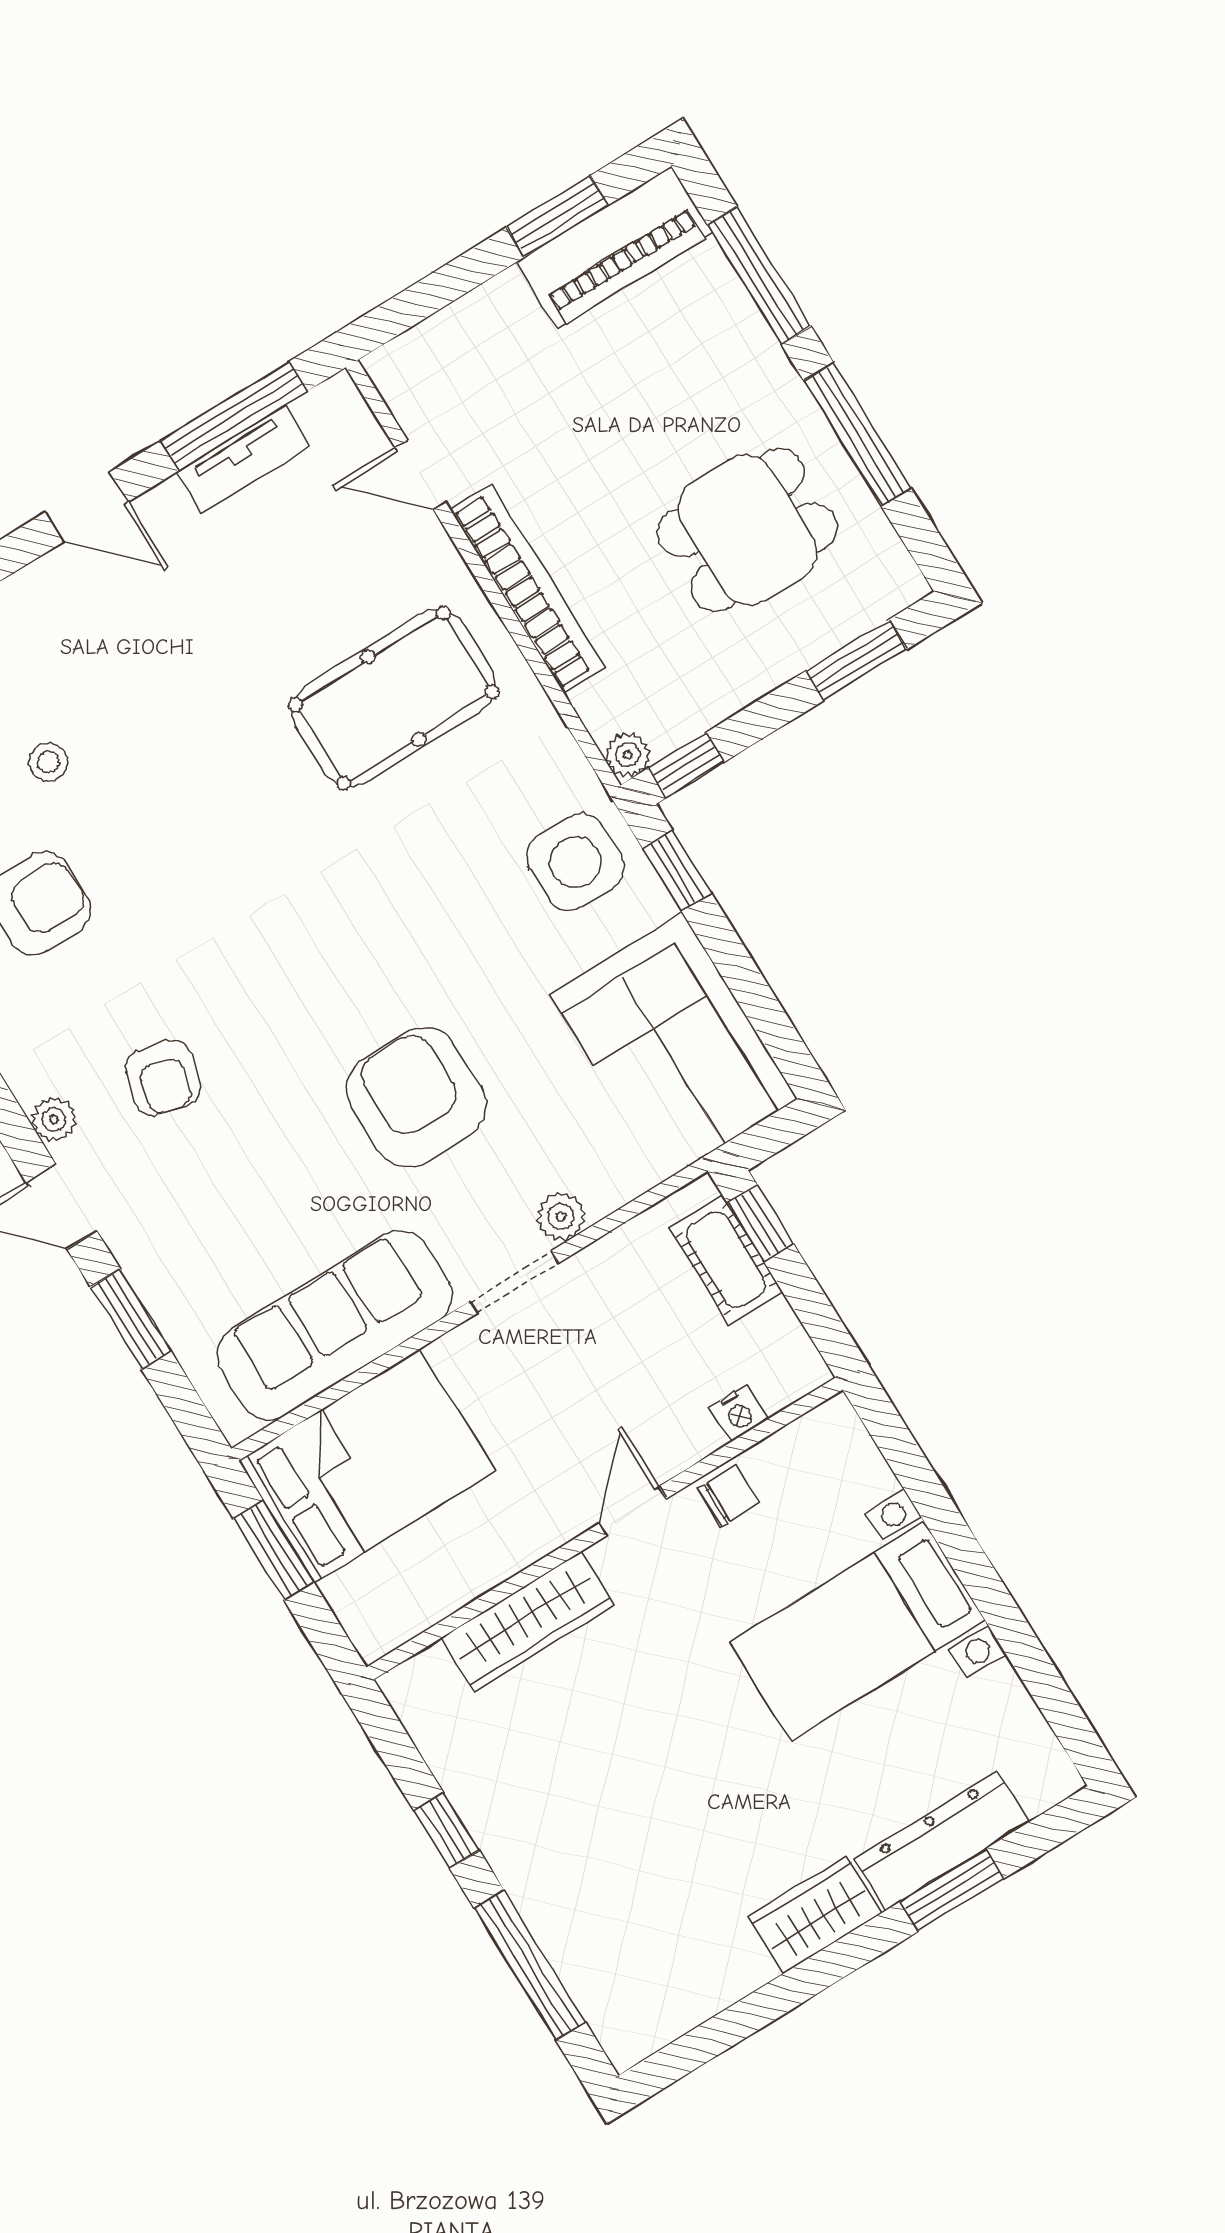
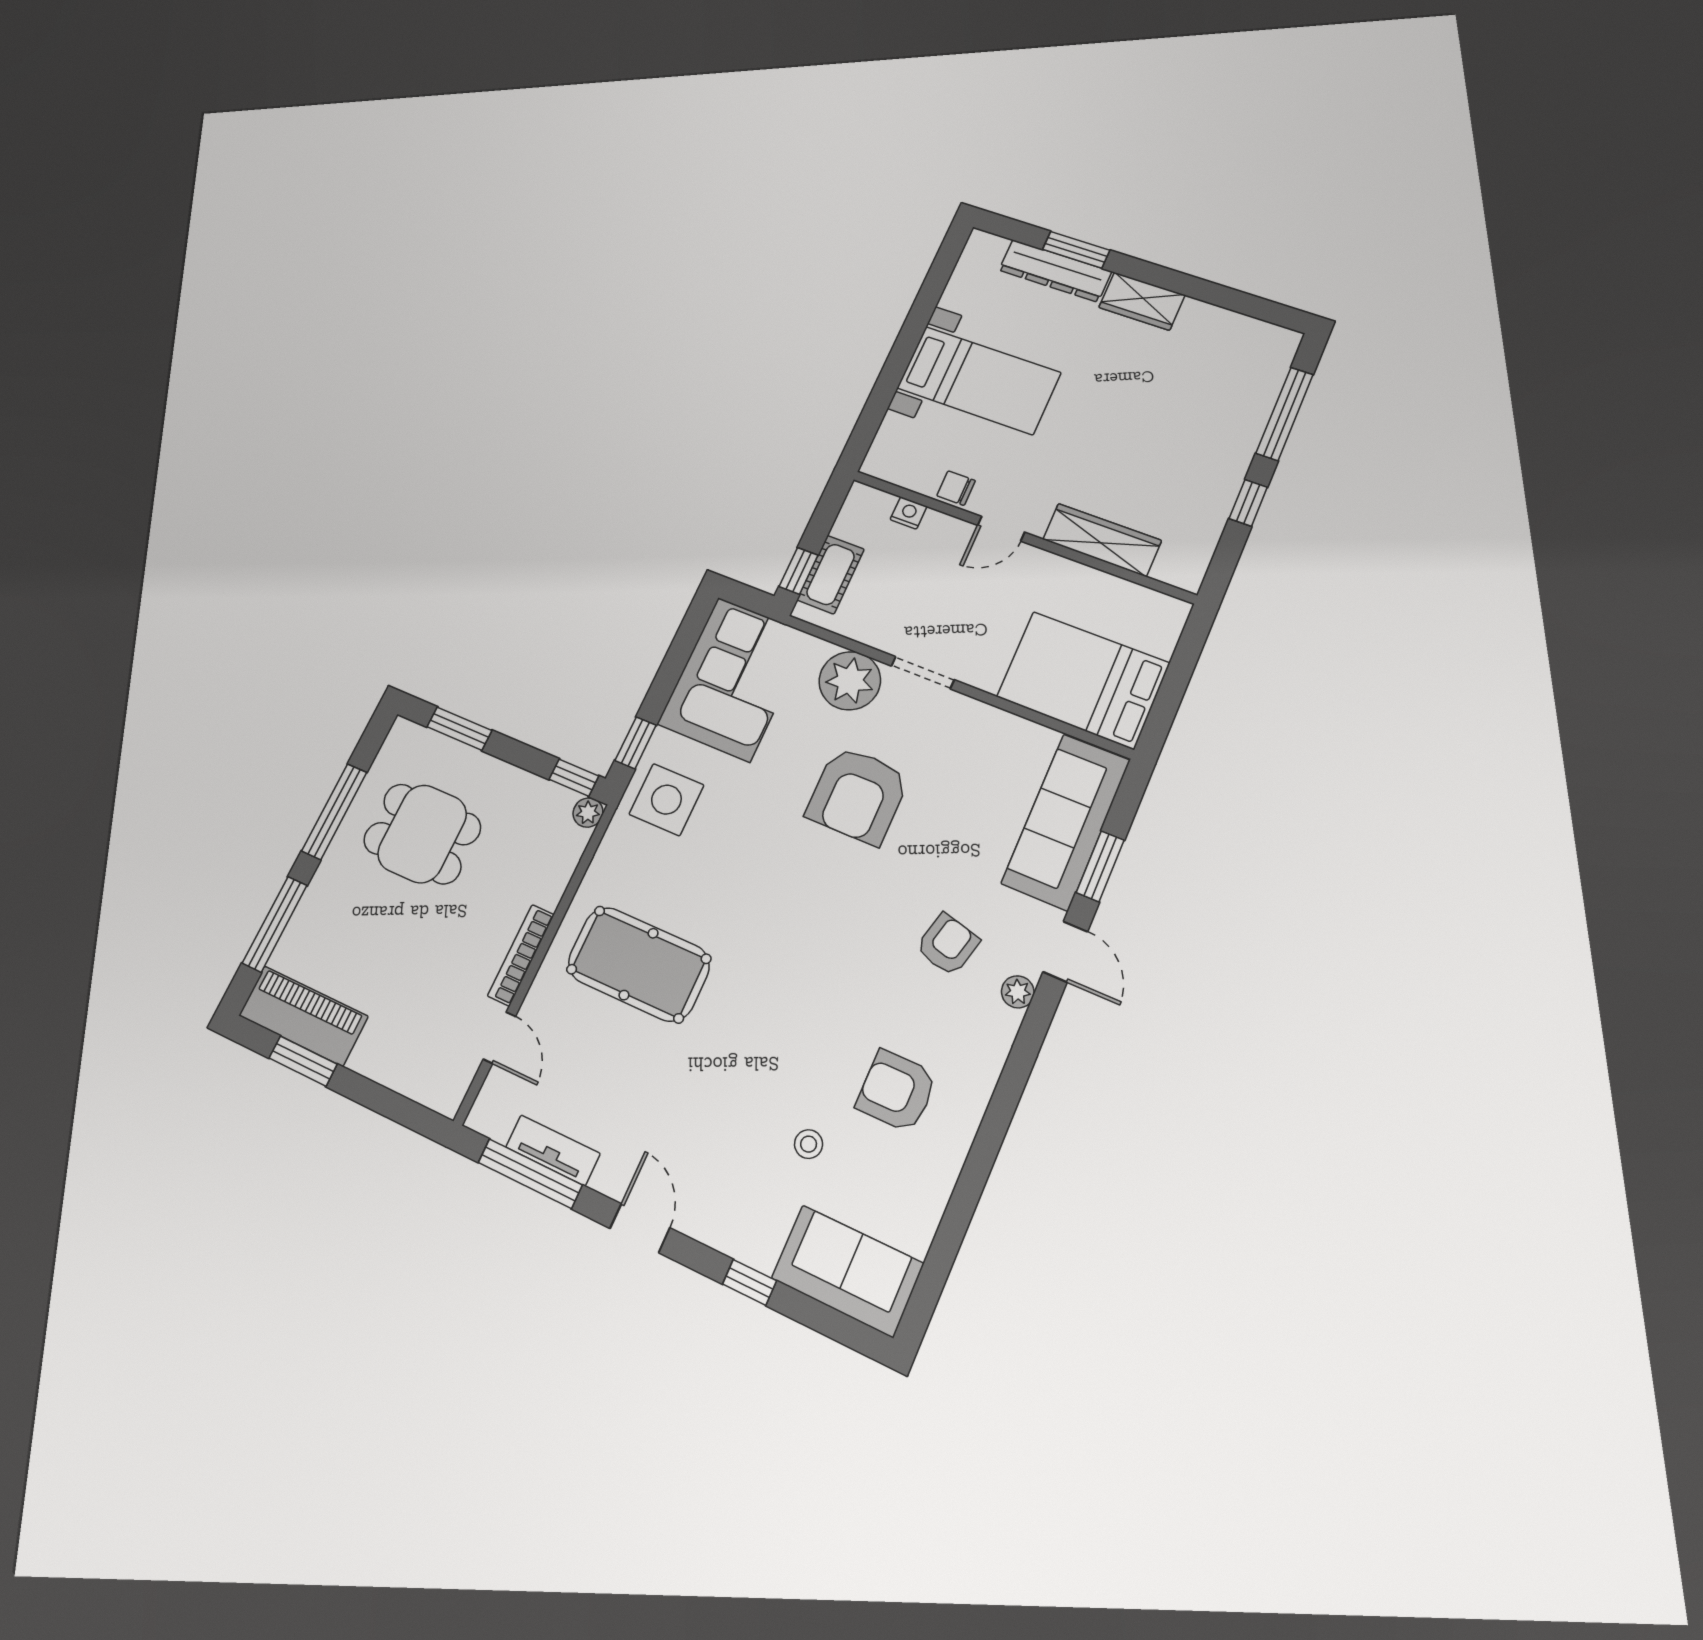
bookcase: (527, 588) -> (521, 955), width x0.68, depth x0.76
plant: (561, 1217) -> (850, 681), width x1.87, depth x1.87
sofa: (335, 1325) -> (1066, 822), moved, turned 90
window: (273, 1550) -> (1169, 697), removed

